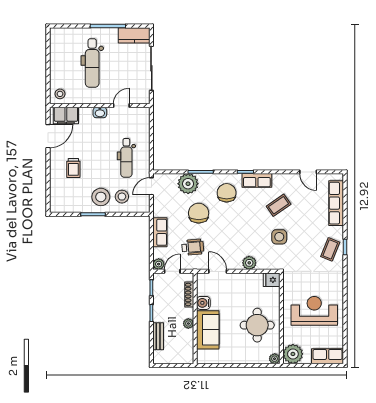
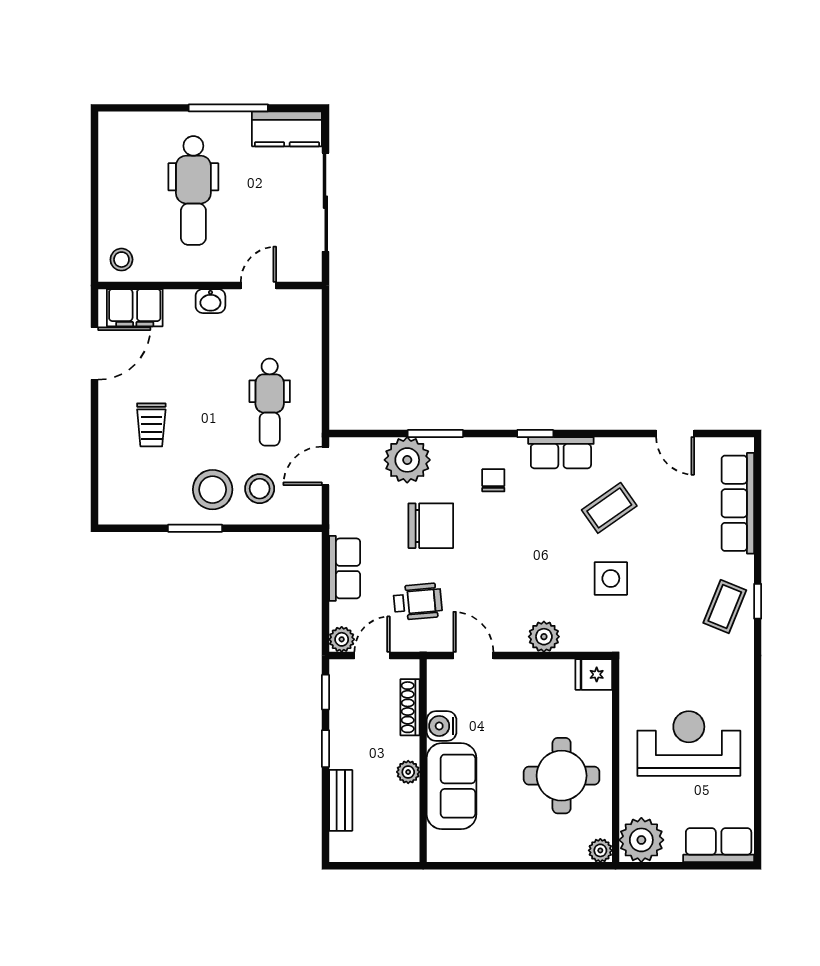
chair: (227, 193) -> (493, 480), width x0.54, depth x0.54
chair: (199, 213) -> (431, 526), turned 90

